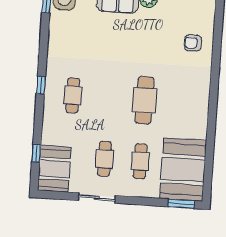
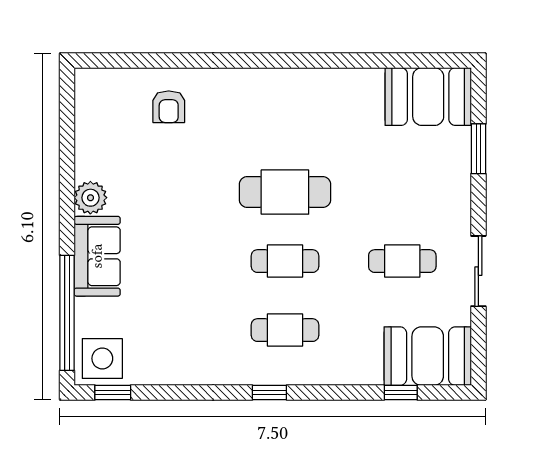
cafe table: (140, 161) -> (285, 261), moved
booth: (183, 170) -> (428, 97), width x0.73, depth x0.70
window: (181, 204) -> (478, 149), moved

